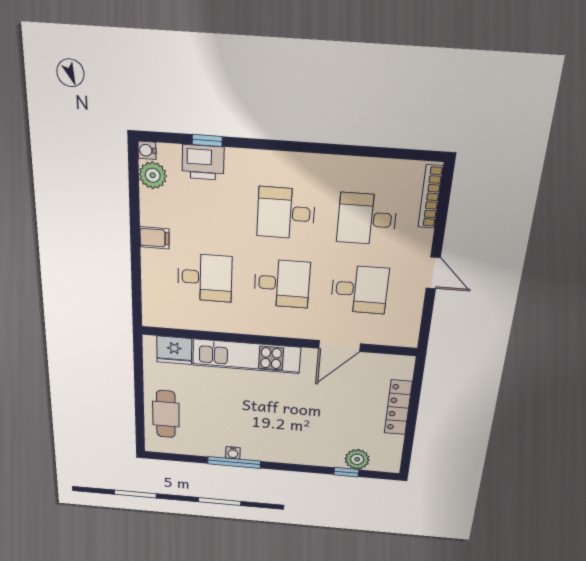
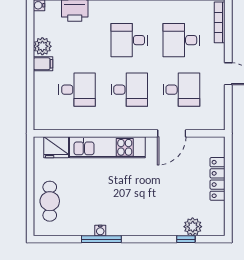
plant: (153, 175) -> (42, 46), moved

